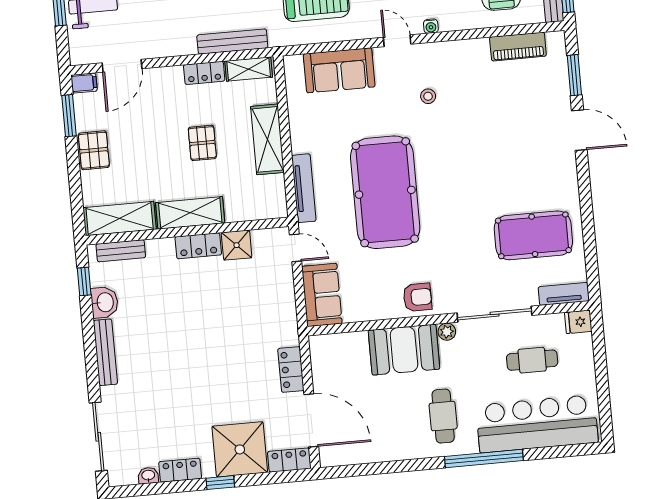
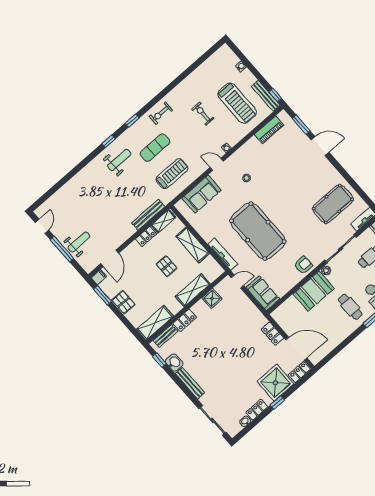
shelving: (190, 213) -> (193, 290), moved
locker: (198, 246) -> (185, 320), moved

